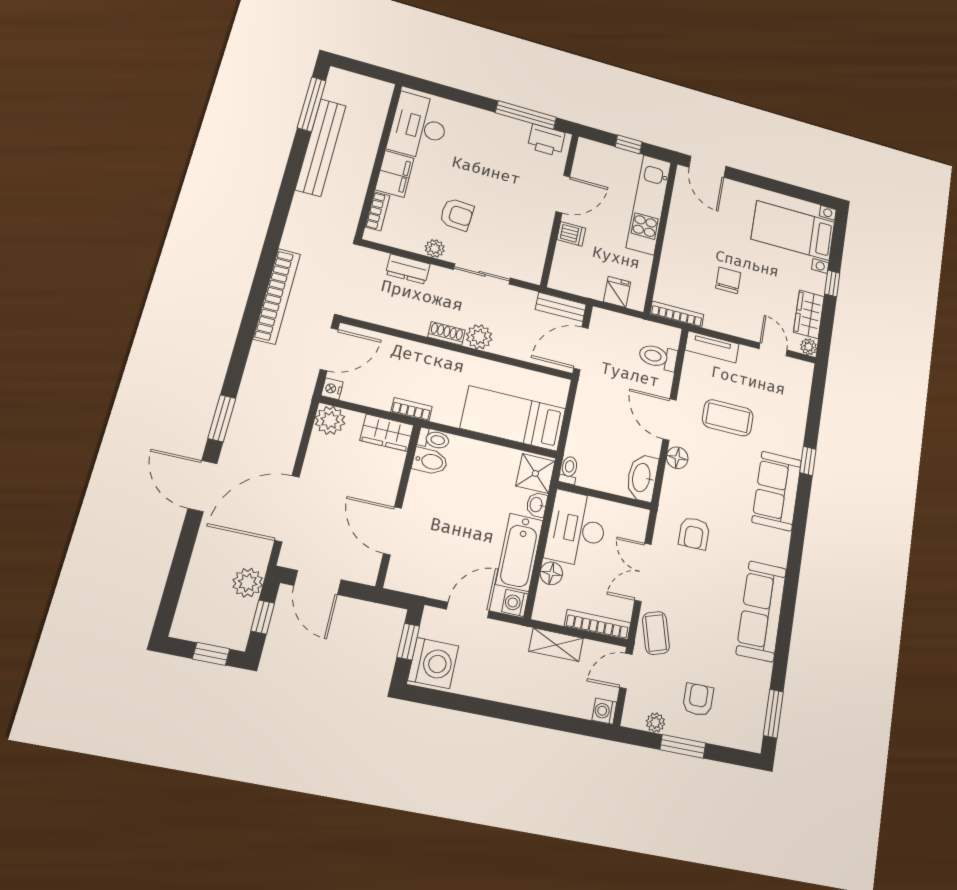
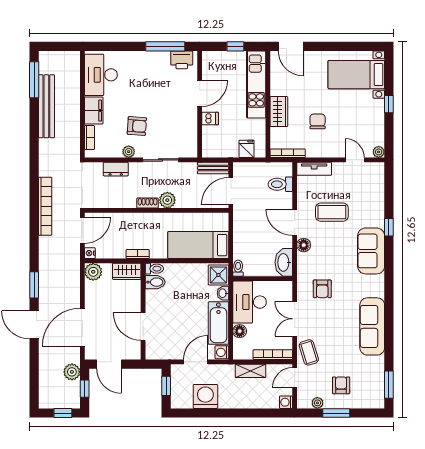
wardrobe: (809, 314) -> (279, 112), moved, turned 180
washing machine: (433, 663) -> (205, 396), moved, turned -90

